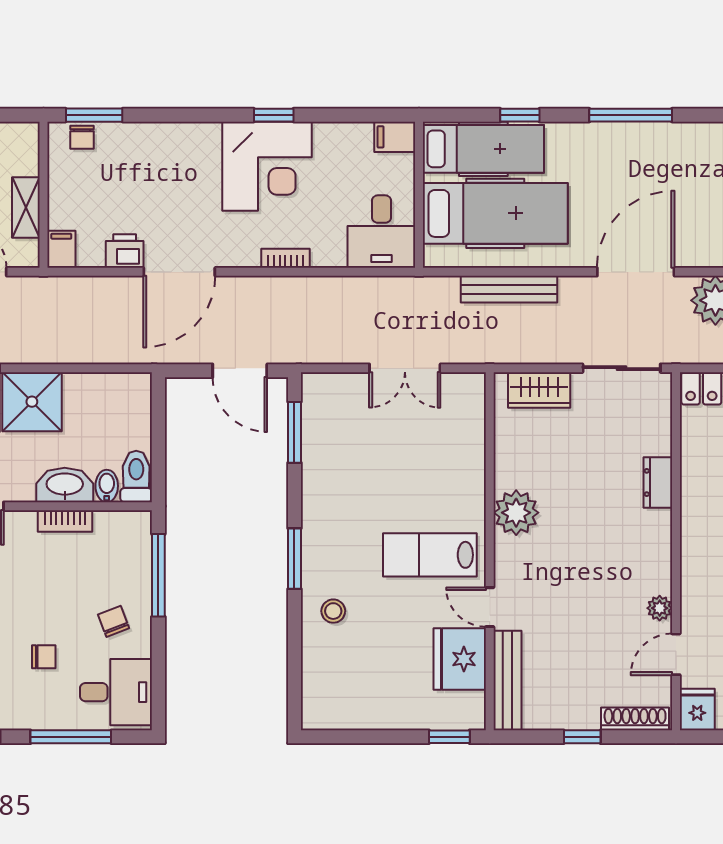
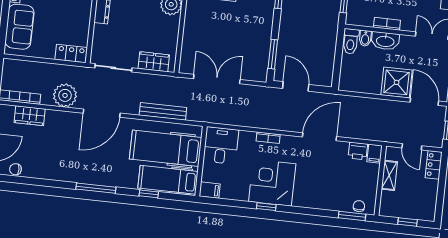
printer: (125, 251) -> (358, 151), moved
double door: (405, 368) -> (217, 79), width x1.37

